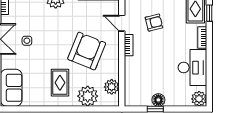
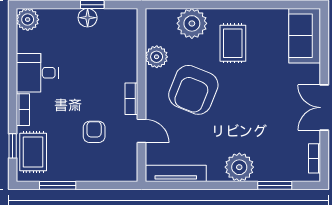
armchair: (154, 23) -> (94, 132), turned 104
side table: (27, 41) -> (281, 105), removed
desk: (192, 68) -> (37, 73), width x0.73
plant: (112, 87) -> (157, 57), moved

